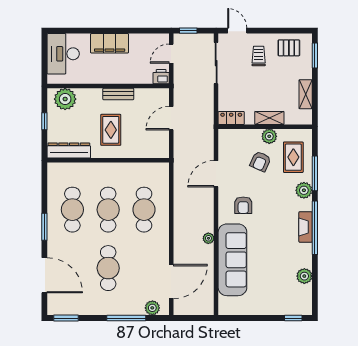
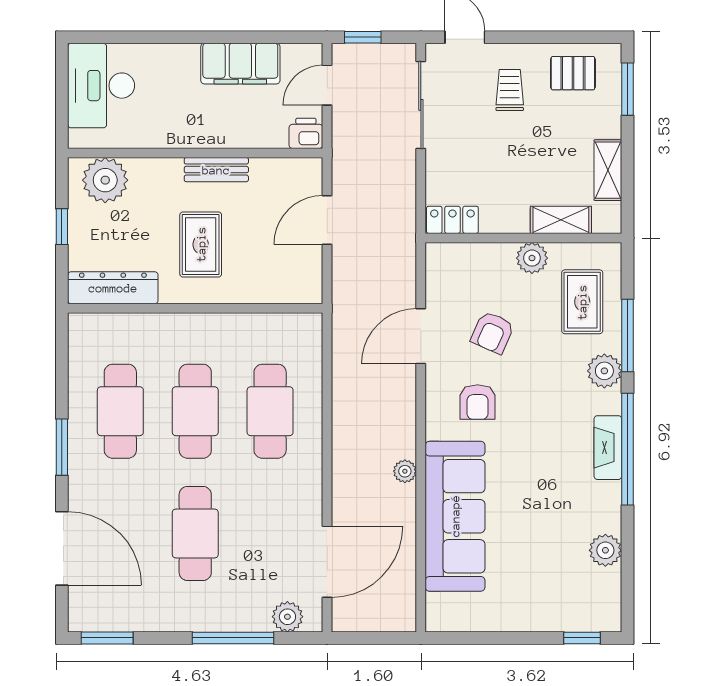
filing cabinet: (110, 43) -> (240, 64), moved
shelving: (269, 118) -> (561, 220), moved
armchair: (260, 161) -> (492, 332), moved

